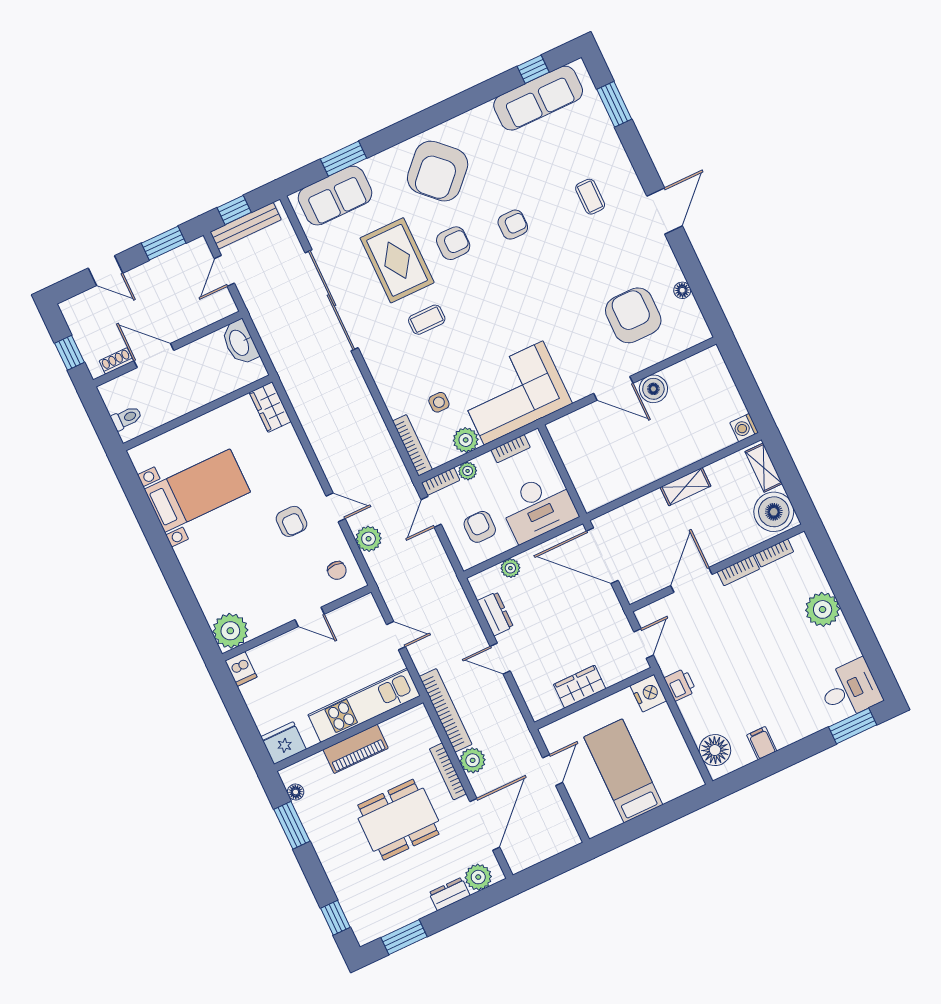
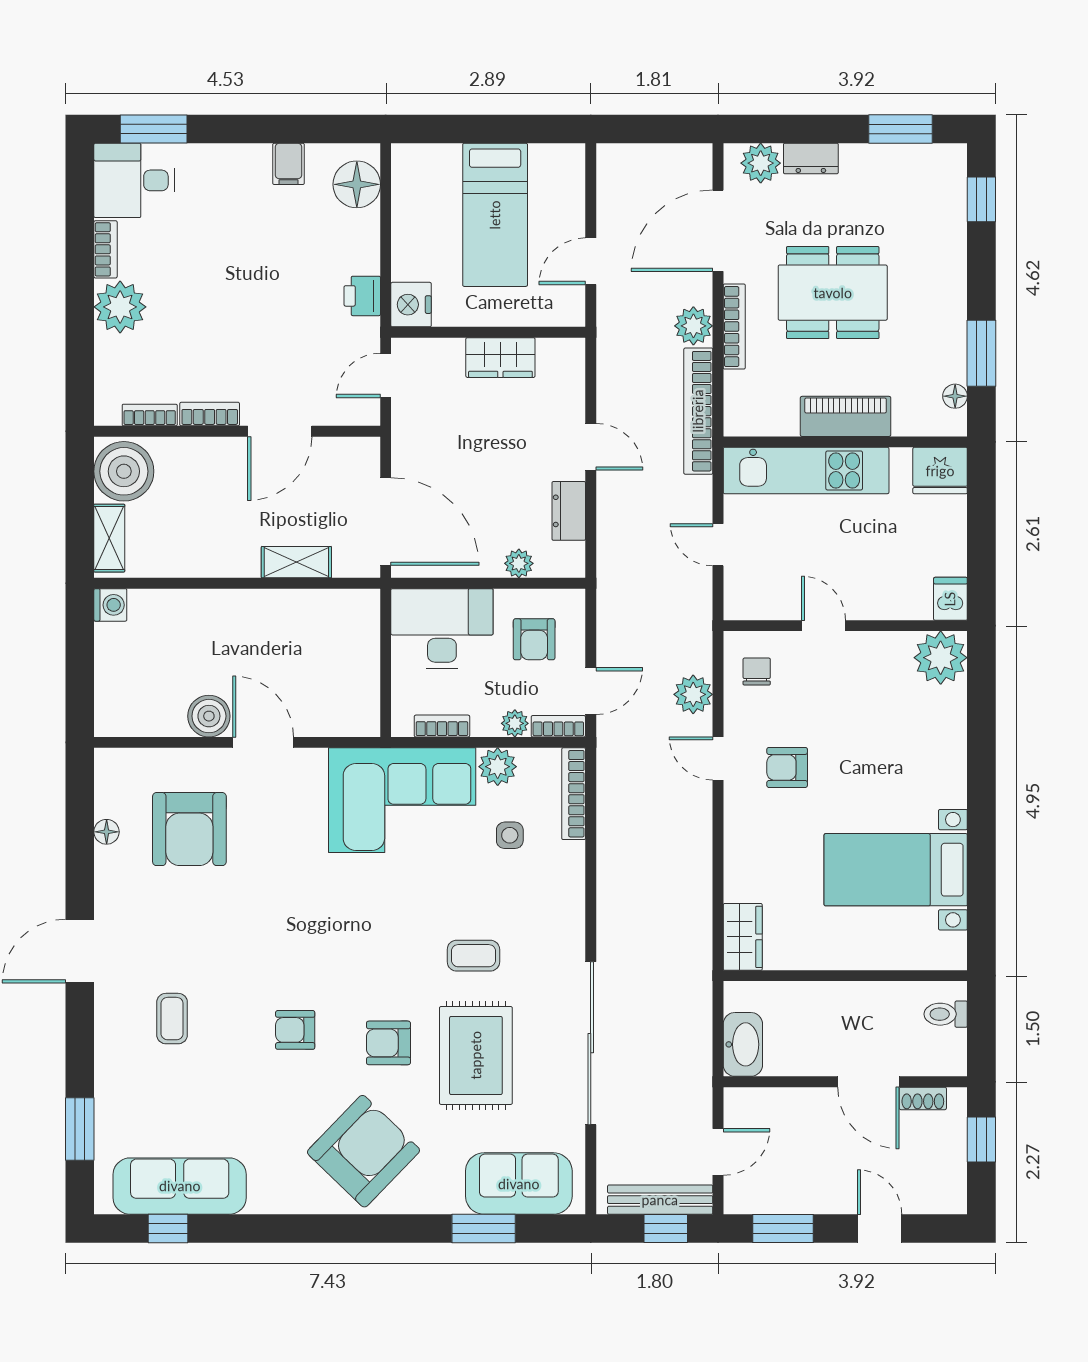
shelving: (685, 487) -> (296, 562), moved
armchair: (291, 521) -> (787, 767), turned -90
bookcase: (848, 640) -> (105, 249), added

